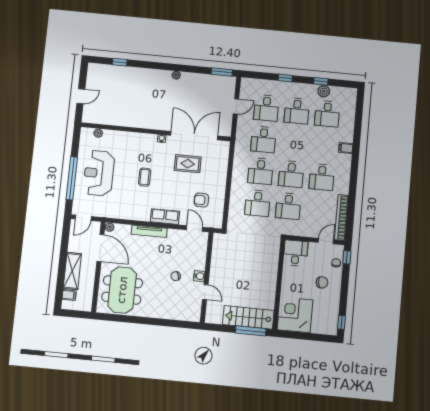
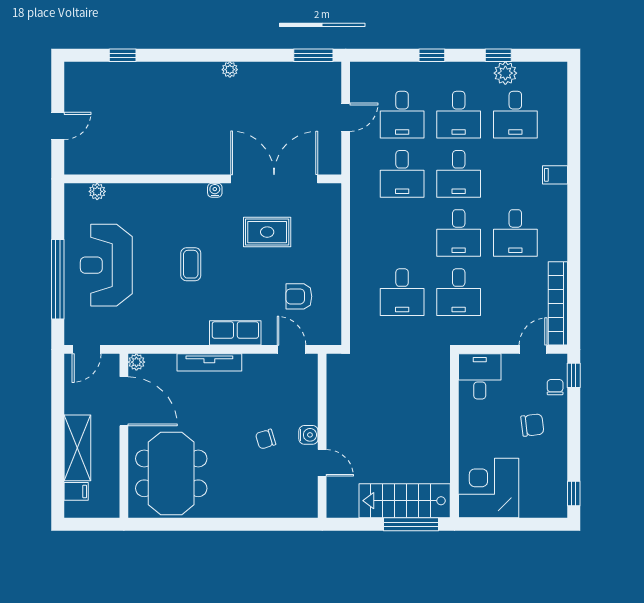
desk: (260, 171) -> (459, 174), moved

